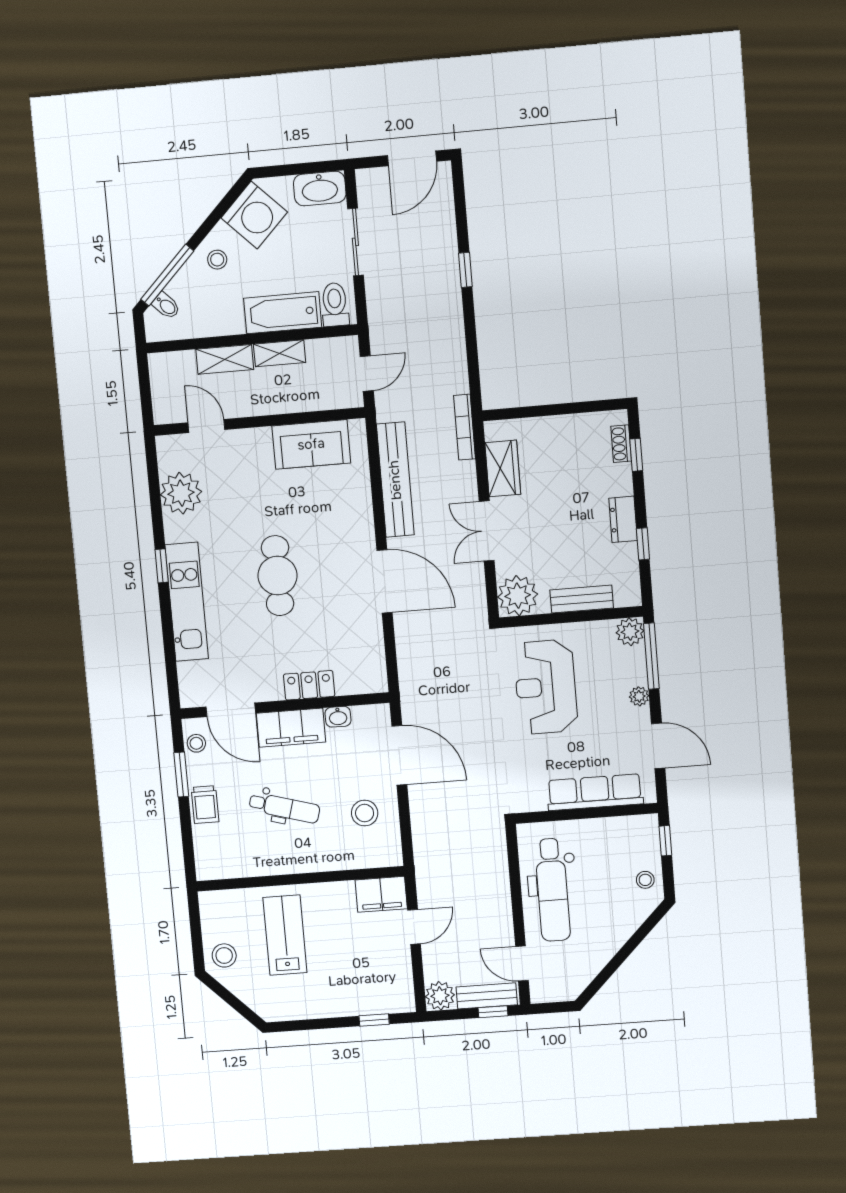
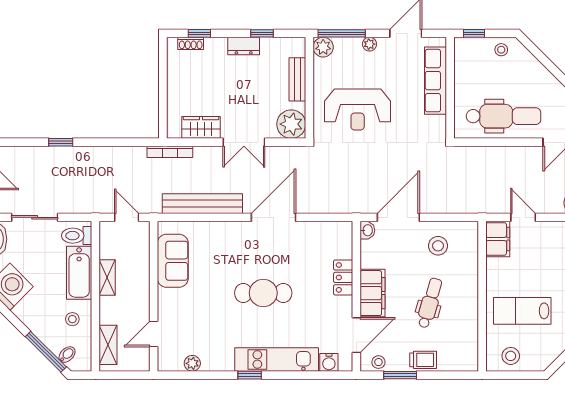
stool: (217, 260) -> (72, 319), moved
shelving: (225, 359) -> (108, 345), moved
plant: (181, 493) -> (192, 363), width x0.53, depth x0.53
water cooler: (190, 675) -> (329, 362), added
washbasin: (338, 717) -> (367, 230), moved
stool: (224, 955) -> (511, 356), moved

